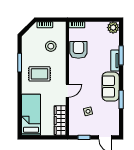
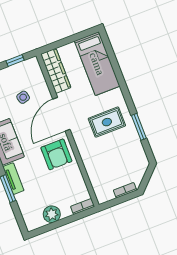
plant: (113, 28) -> (52, 214), moved
stool: (51, 46) -> (106, 165), removed
armchair: (78, 50) -> (56, 154), moved
door: (67, 91) -> (61, 114), width x1.88

